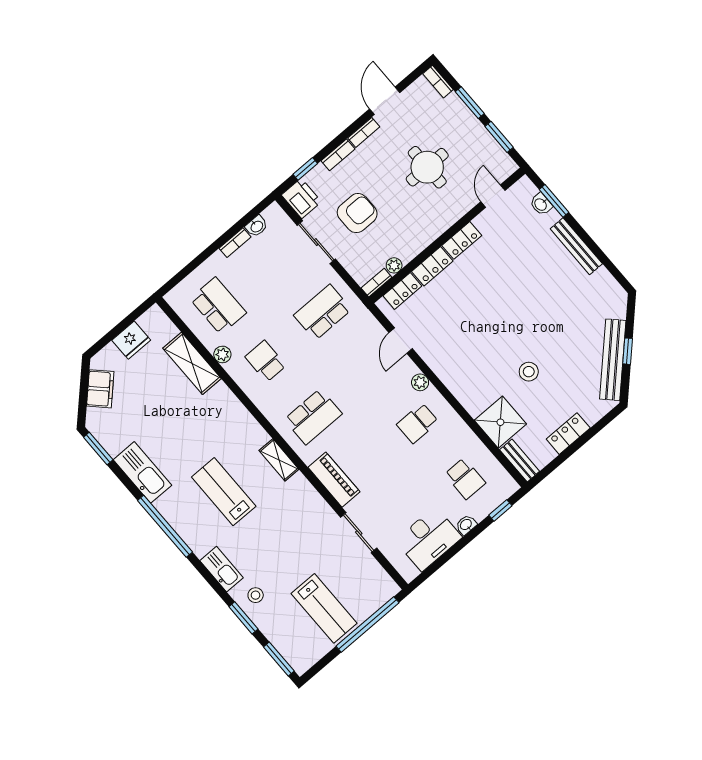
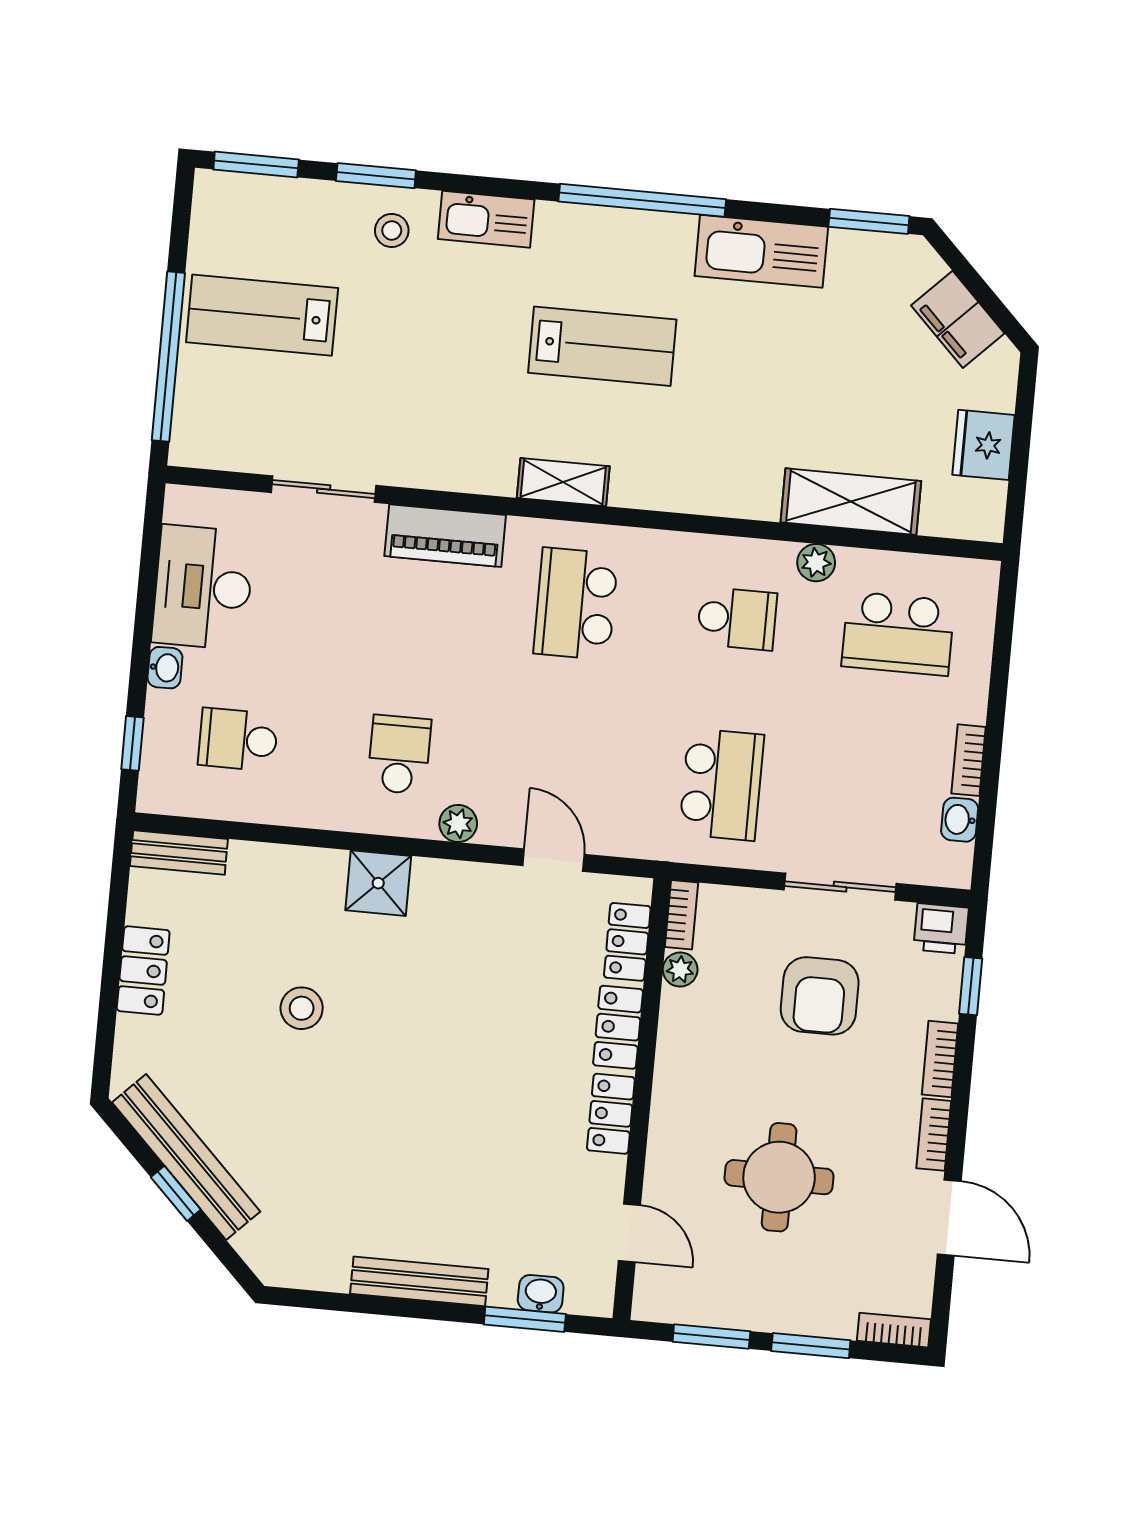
printer: (301, 198) -> (941, 929), width x0.73, depth x0.81
shower: (500, 422) -> (378, 883), moved, width x0.73, depth x0.73

